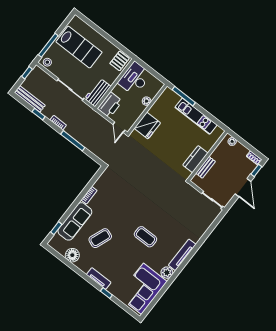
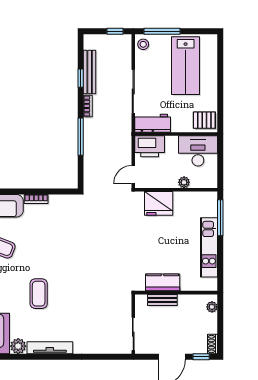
bench: (30, 99) -> (90, 72), moved

